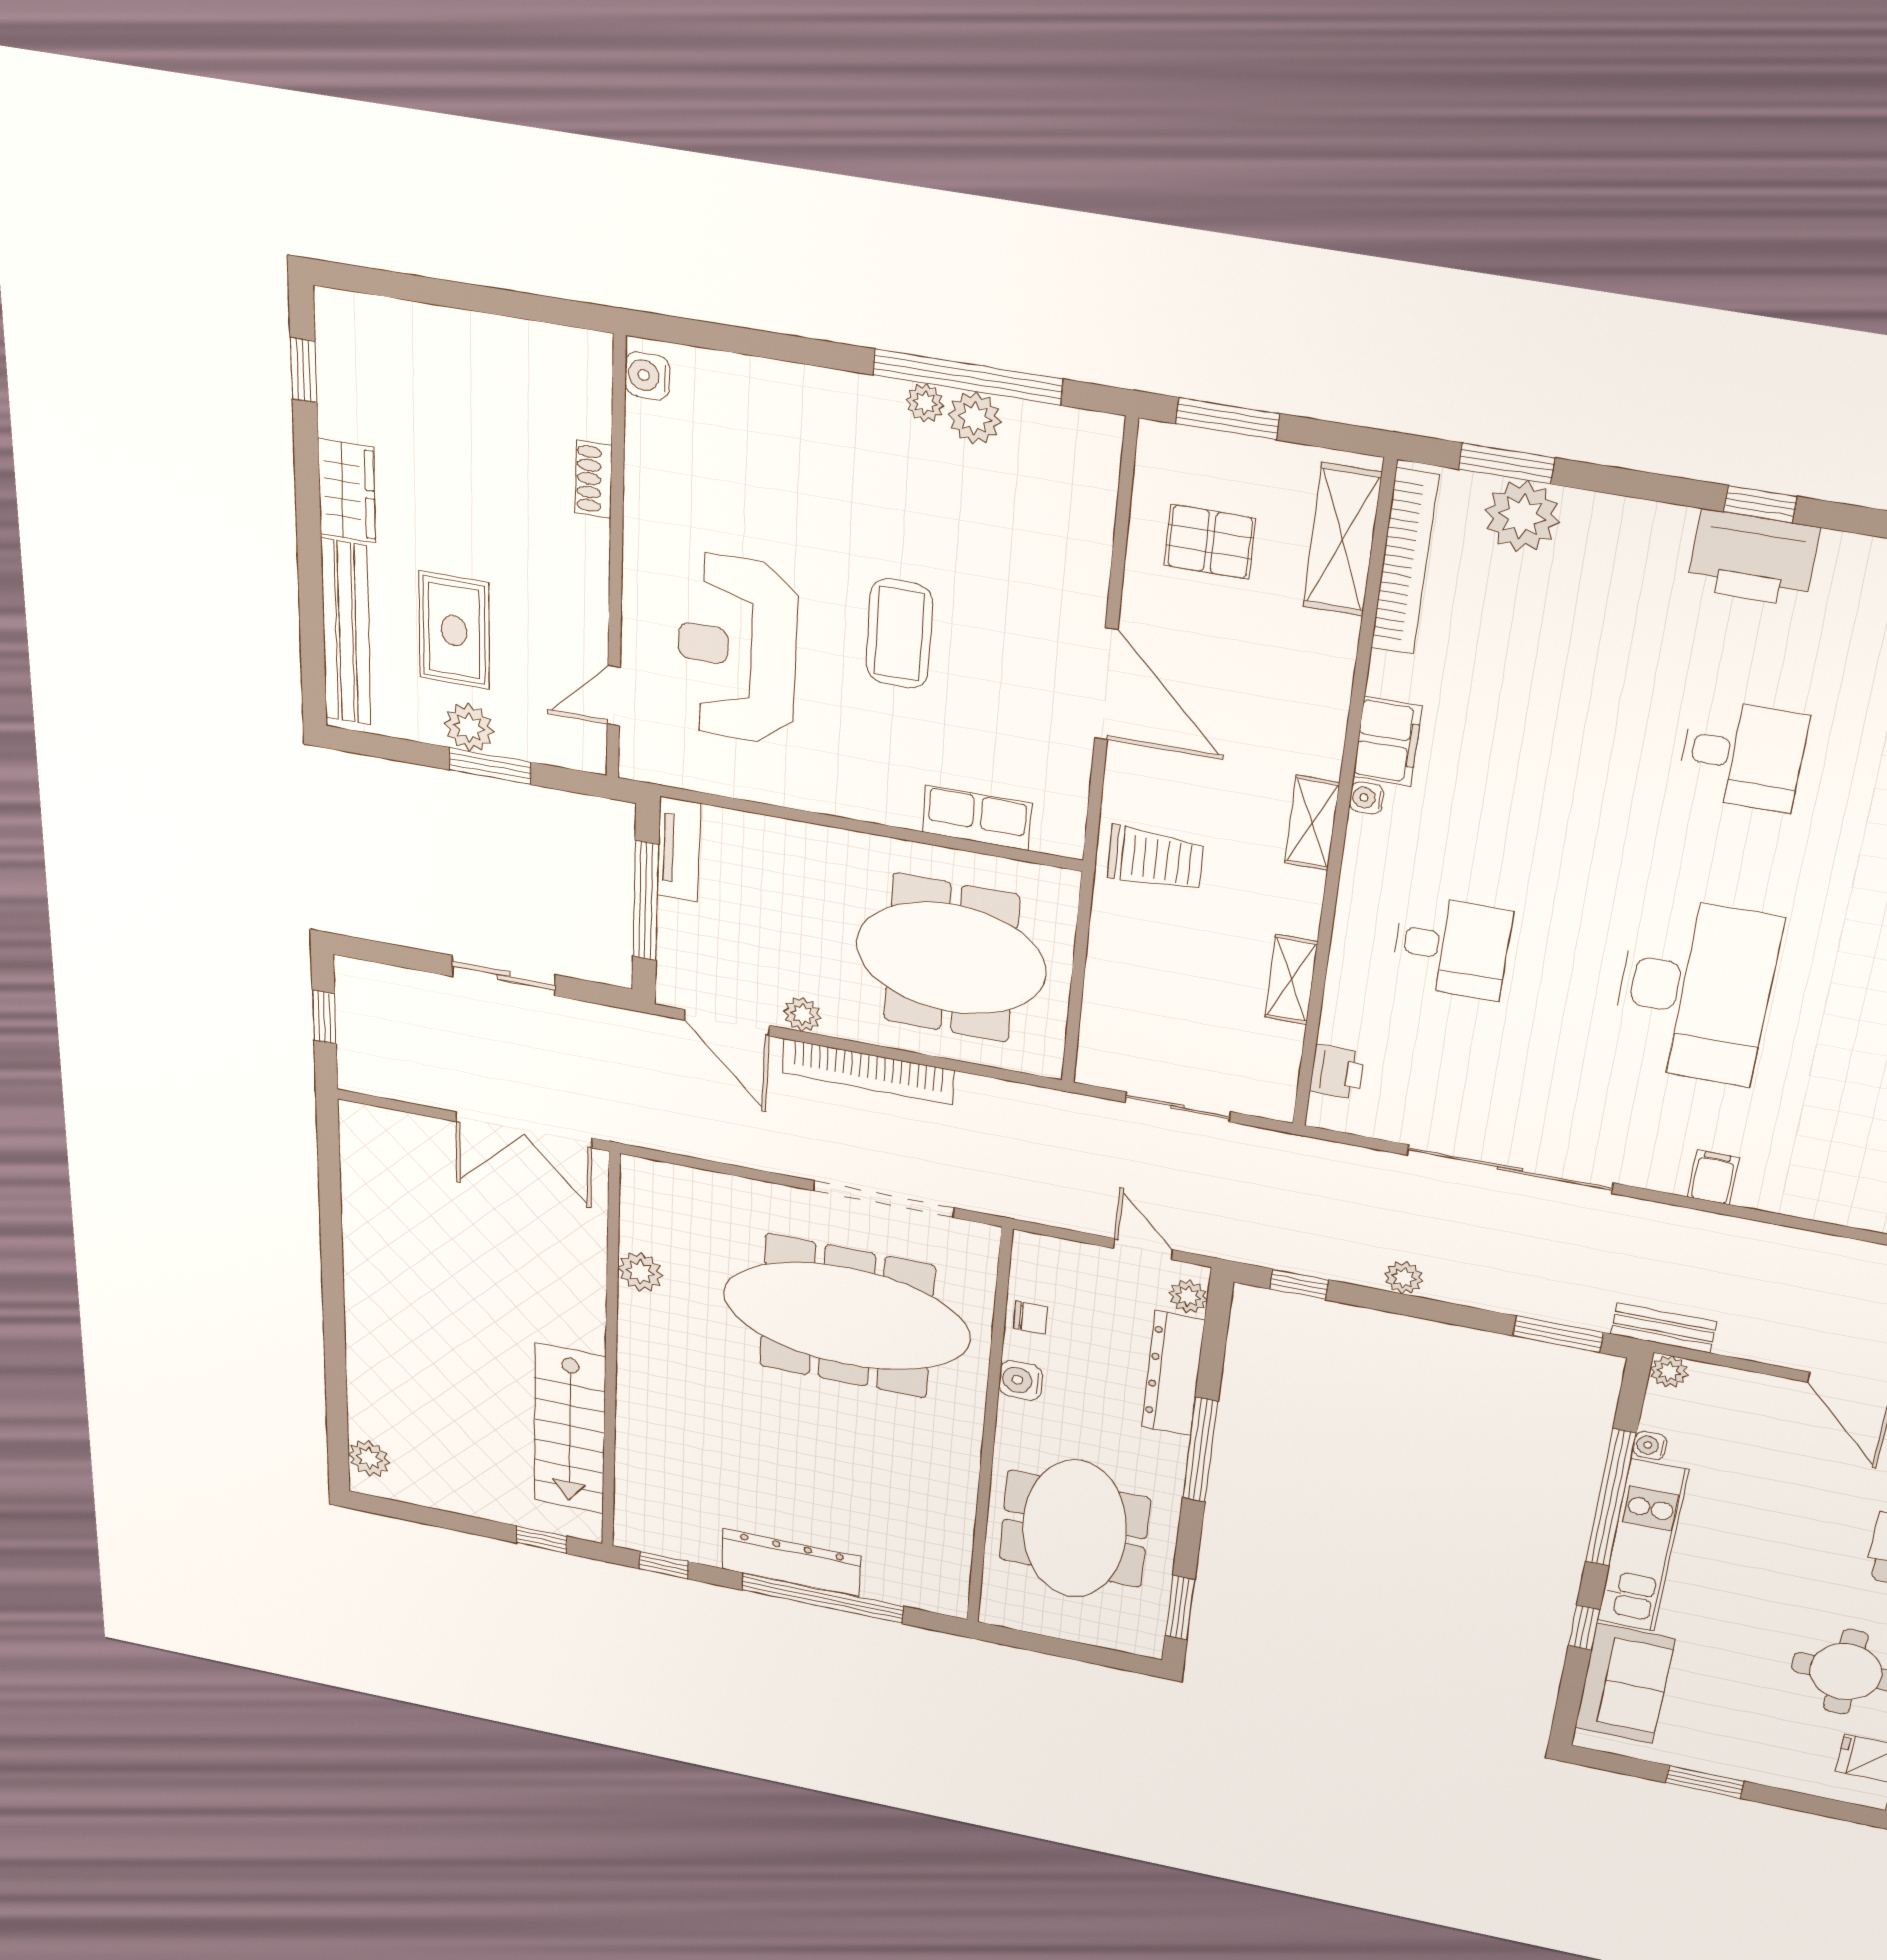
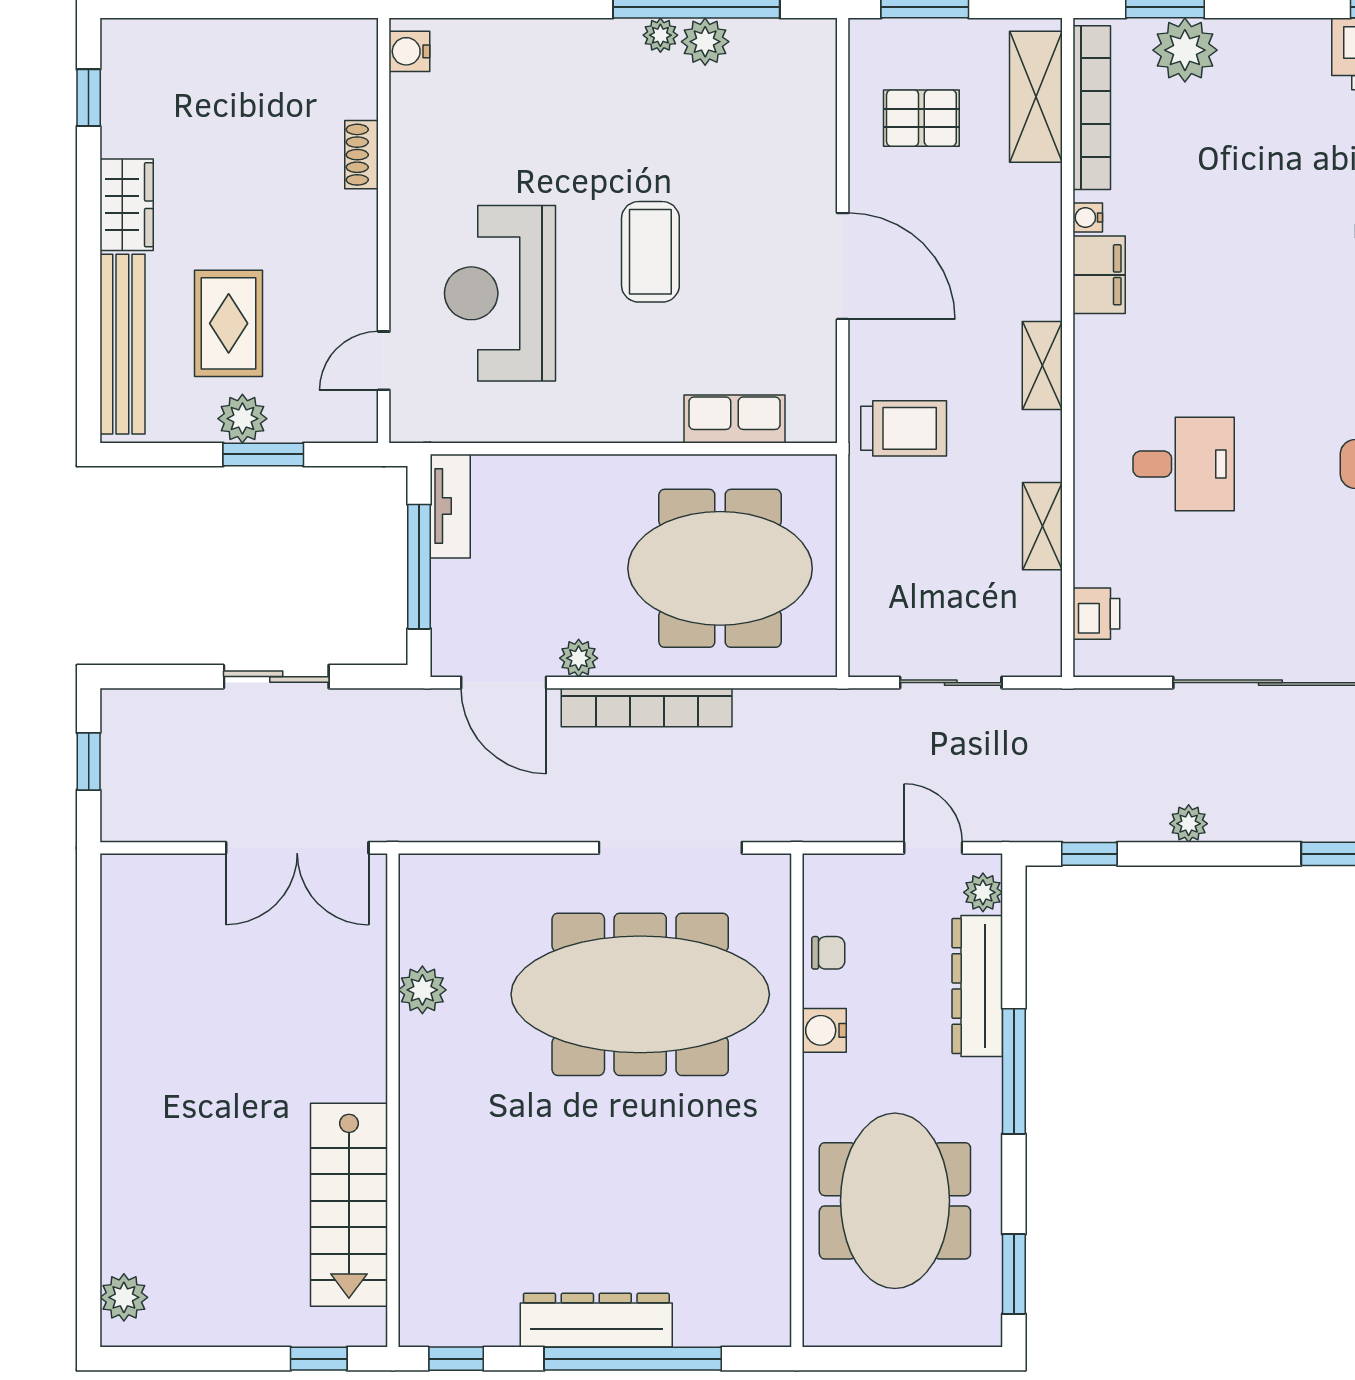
water cooler: (1367, 798) -> (1088, 218), moved

